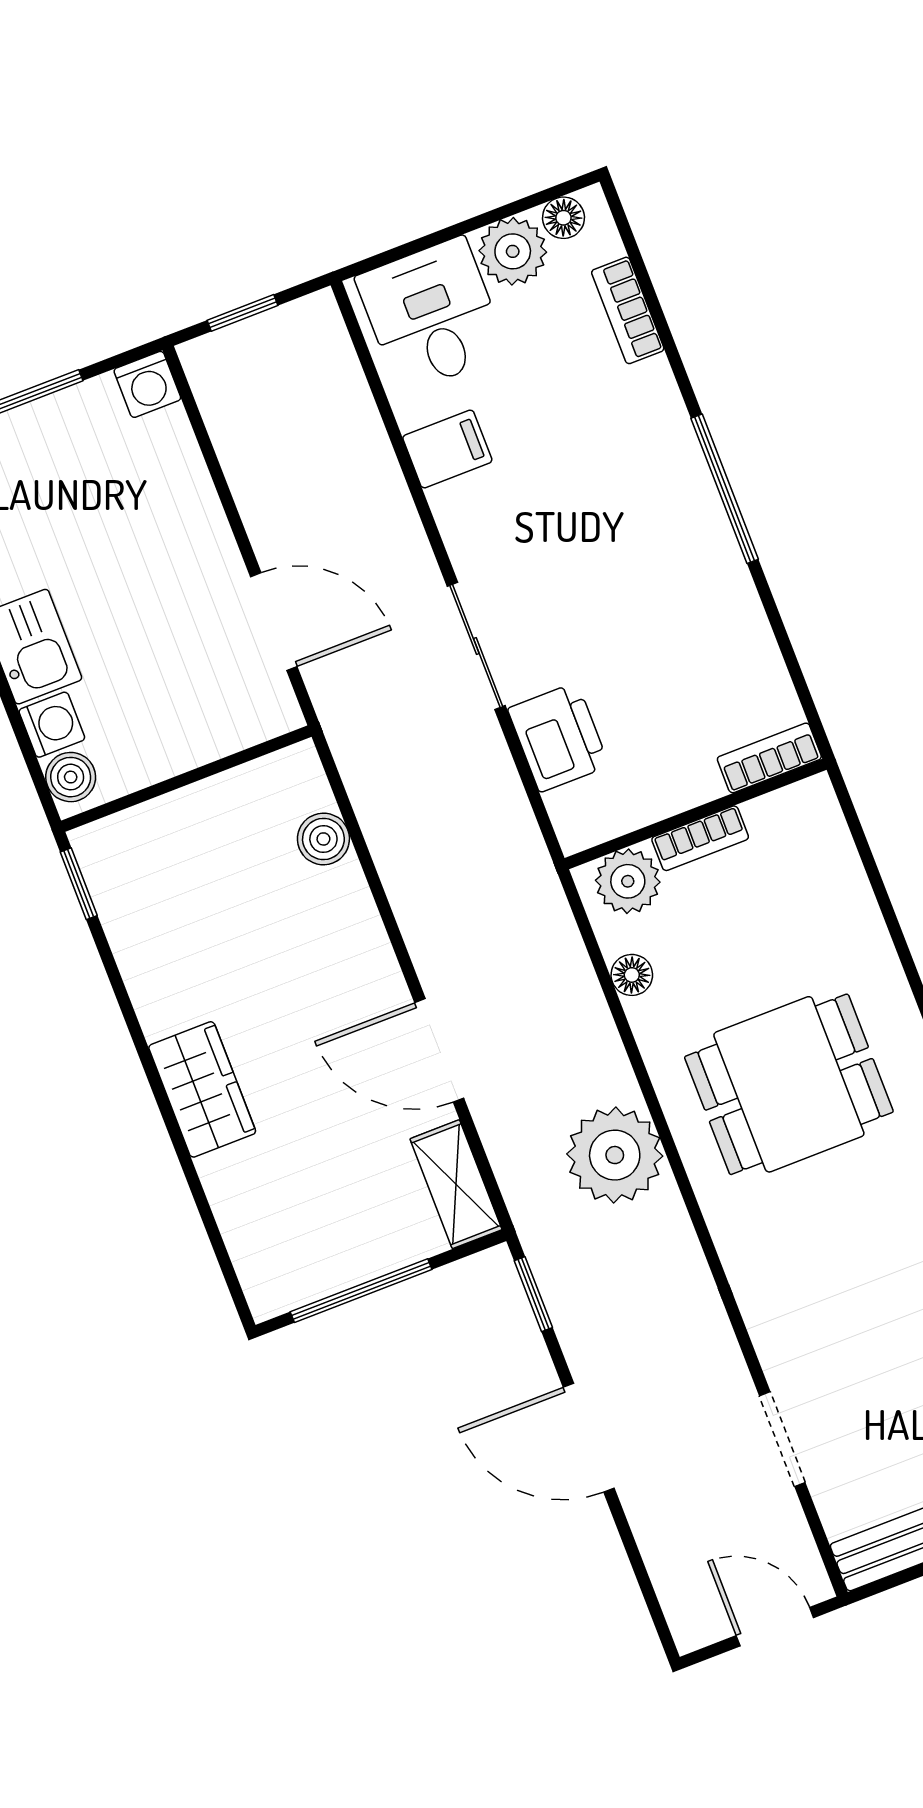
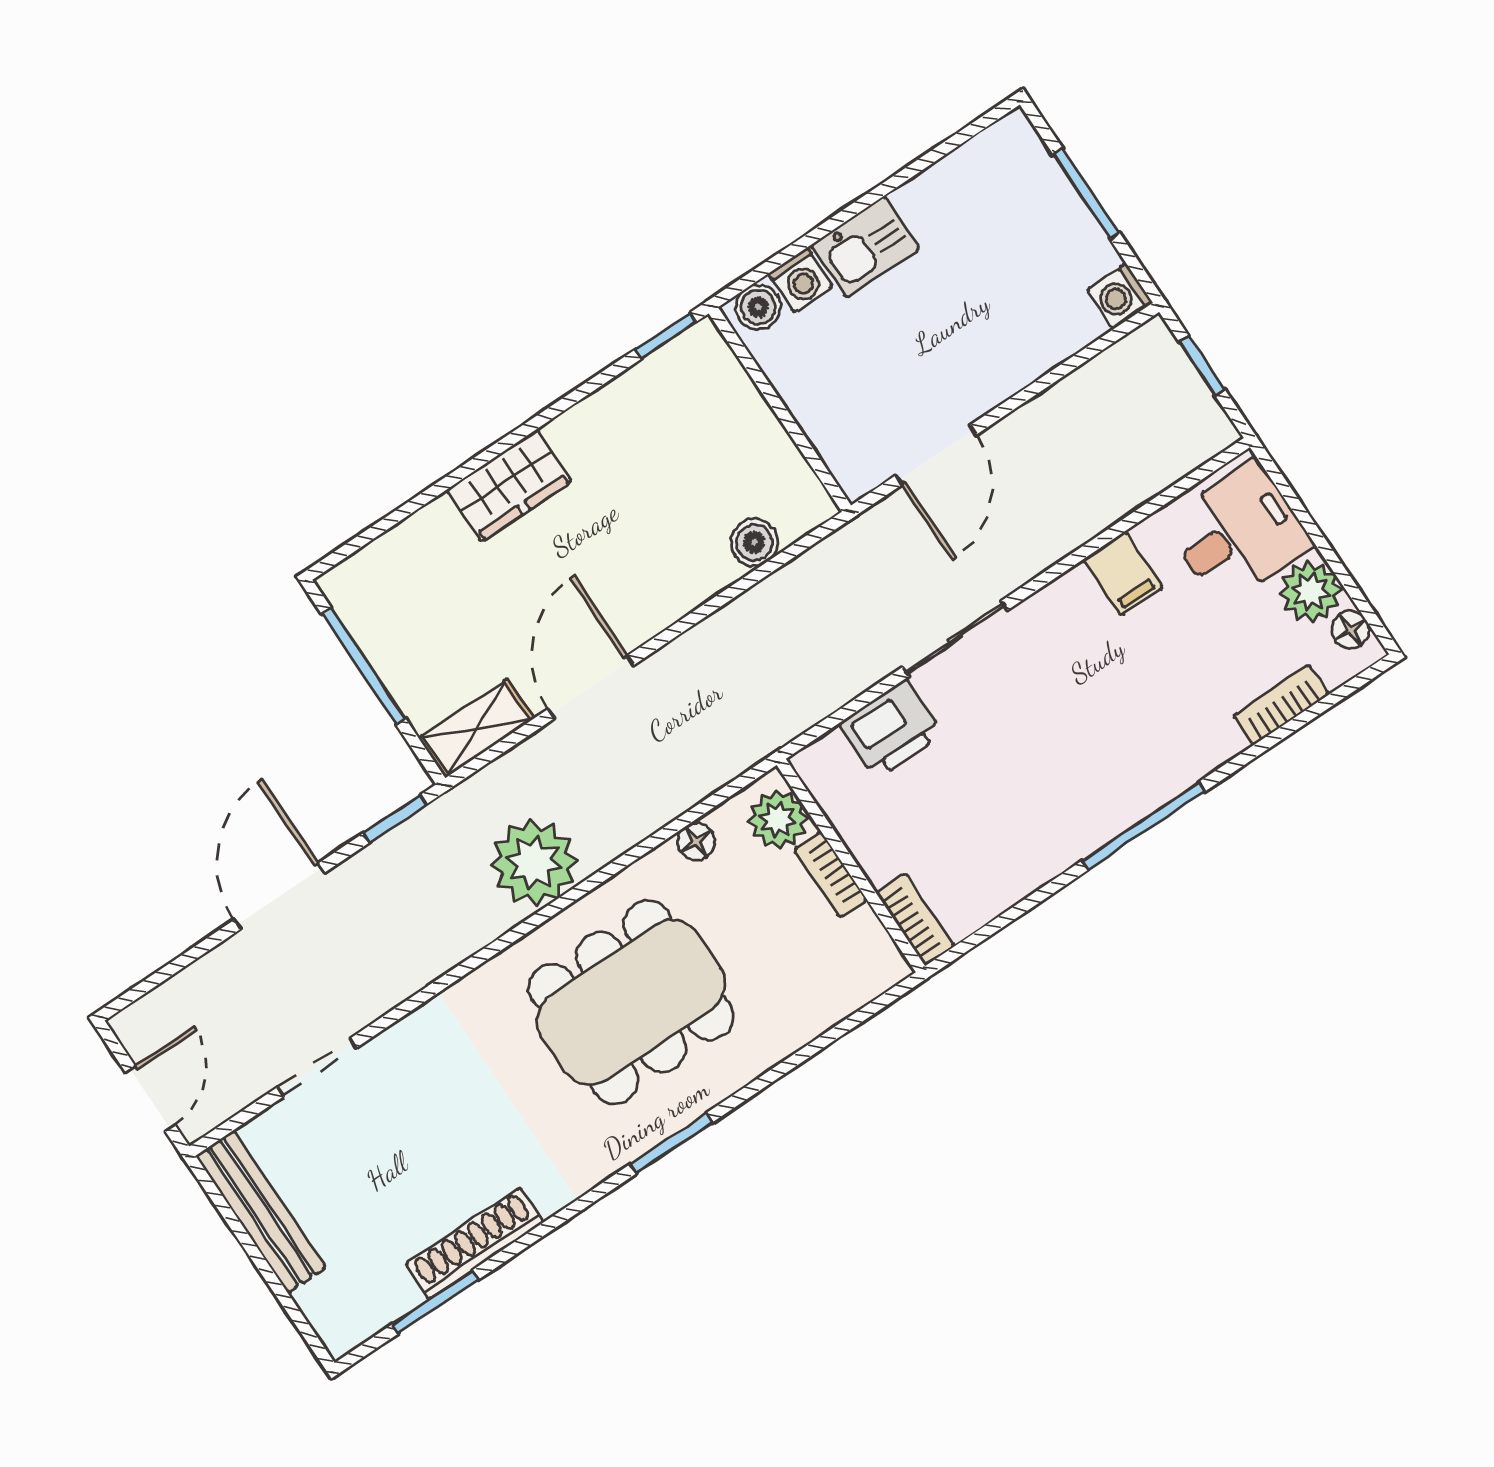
dining table: (789, 1084) -> (631, 1002), width x1.38

